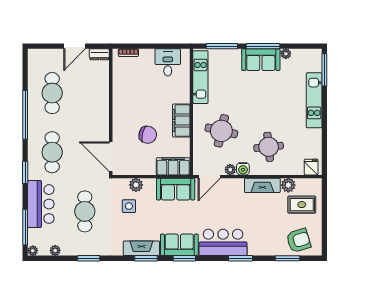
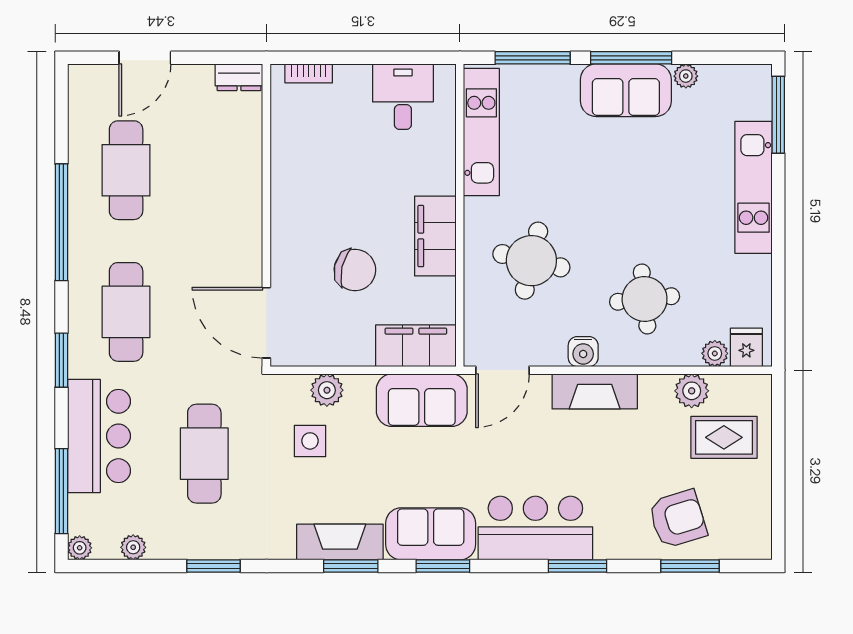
door: (75, 46) -> (145, 58), moved
plant: (230, 170) -> (715, 353), moved
fireplace: (262, 185) -> (595, 391), moved
armchair: (298, 240) -> (678, 519), moved

